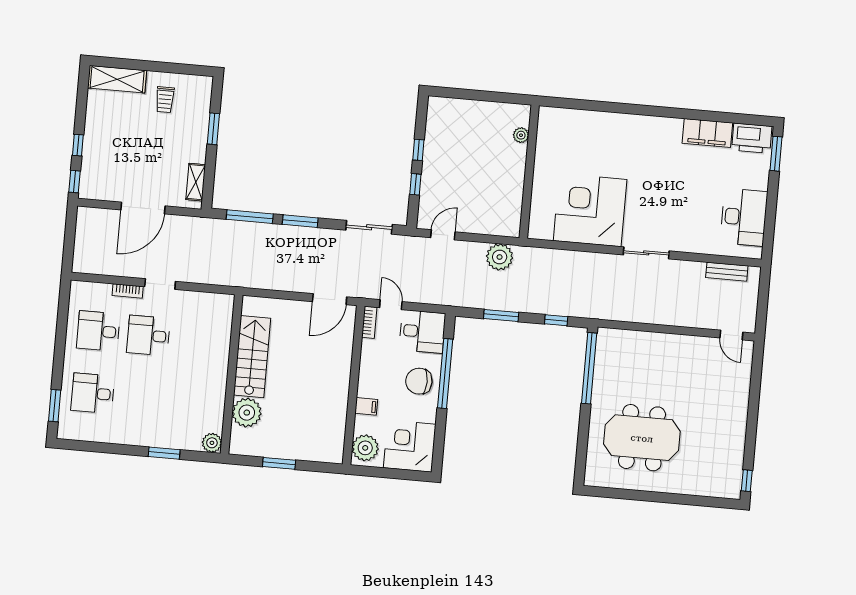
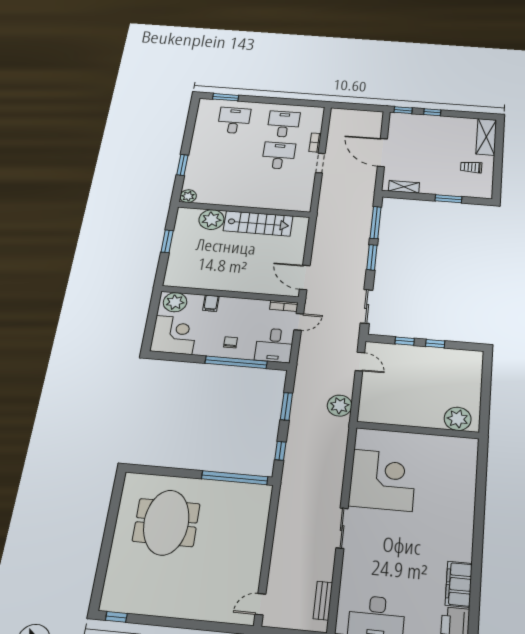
plant: (521, 135) -> (458, 419), width x1.87, depth x1.87
chair: (419, 381) -> (231, 342), width x0.54, depth x0.54

